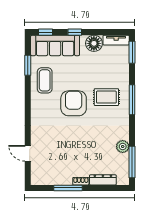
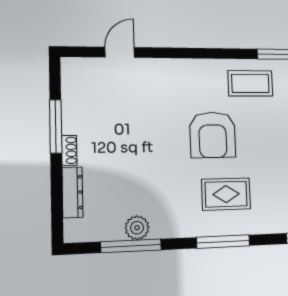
rug: (106, 97) -> (226, 194), turned 90
armchair: (74, 103) -> (213, 135), turned 90
window: (132, 162) -> (131, 246), moved

